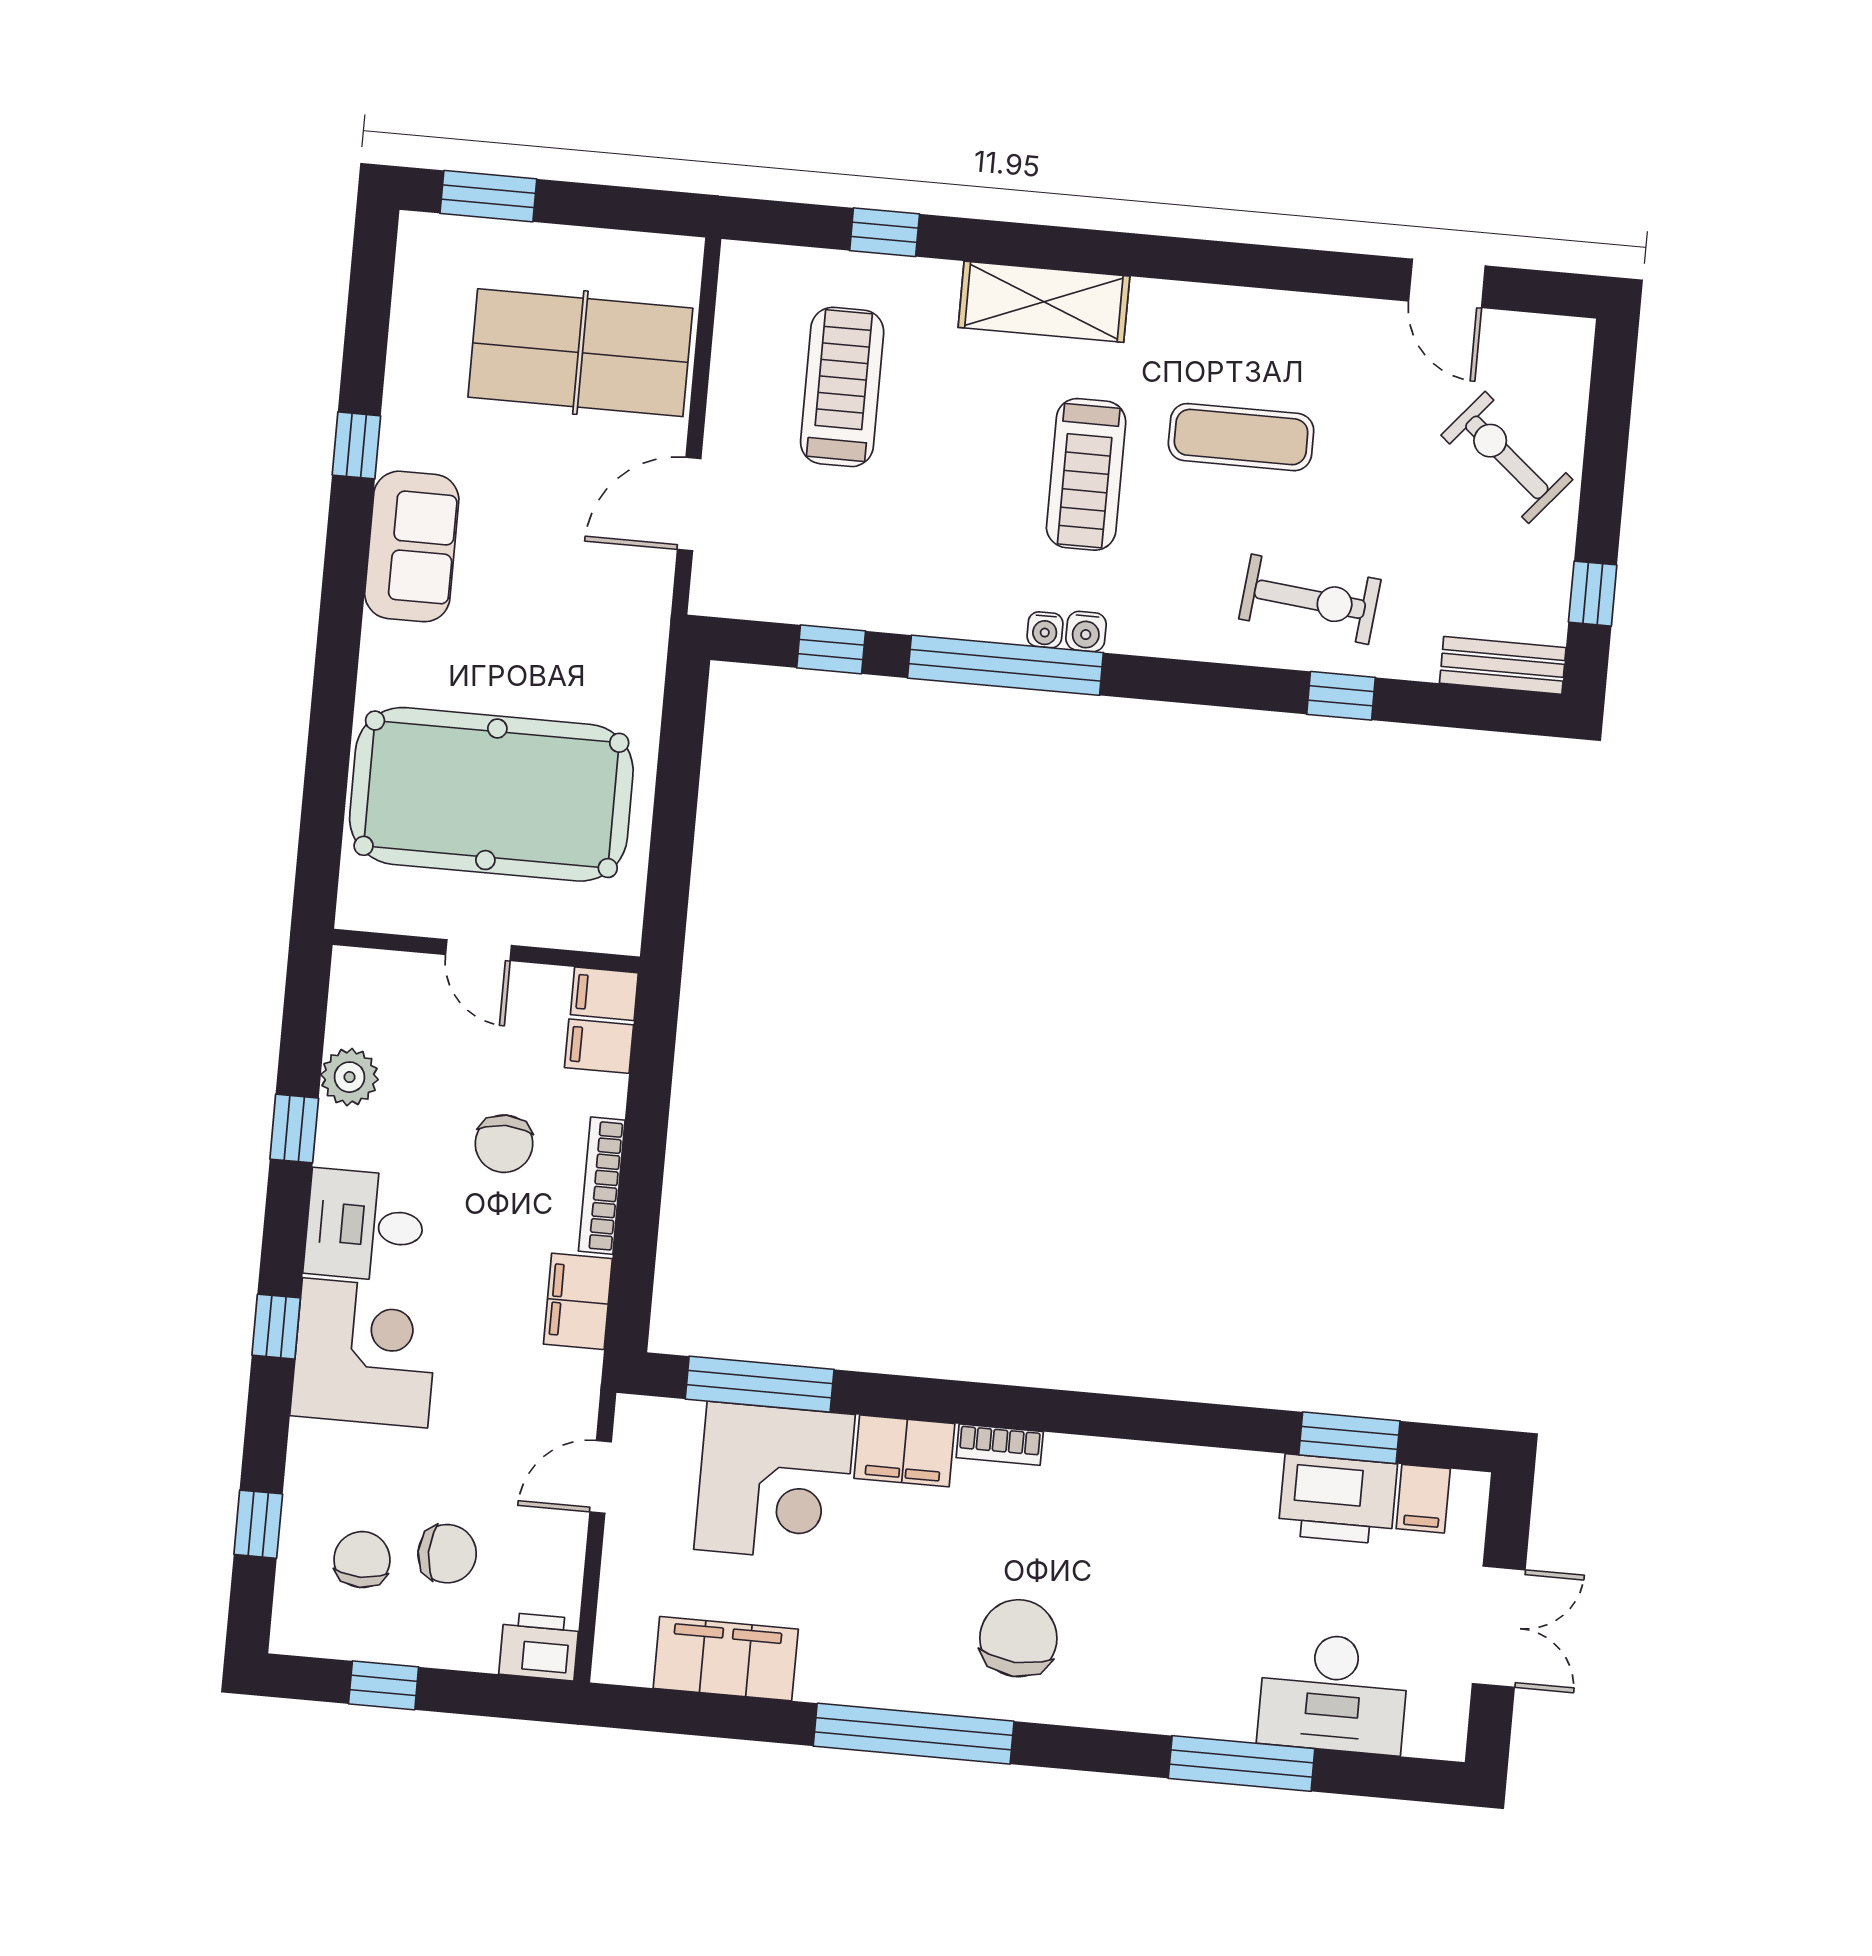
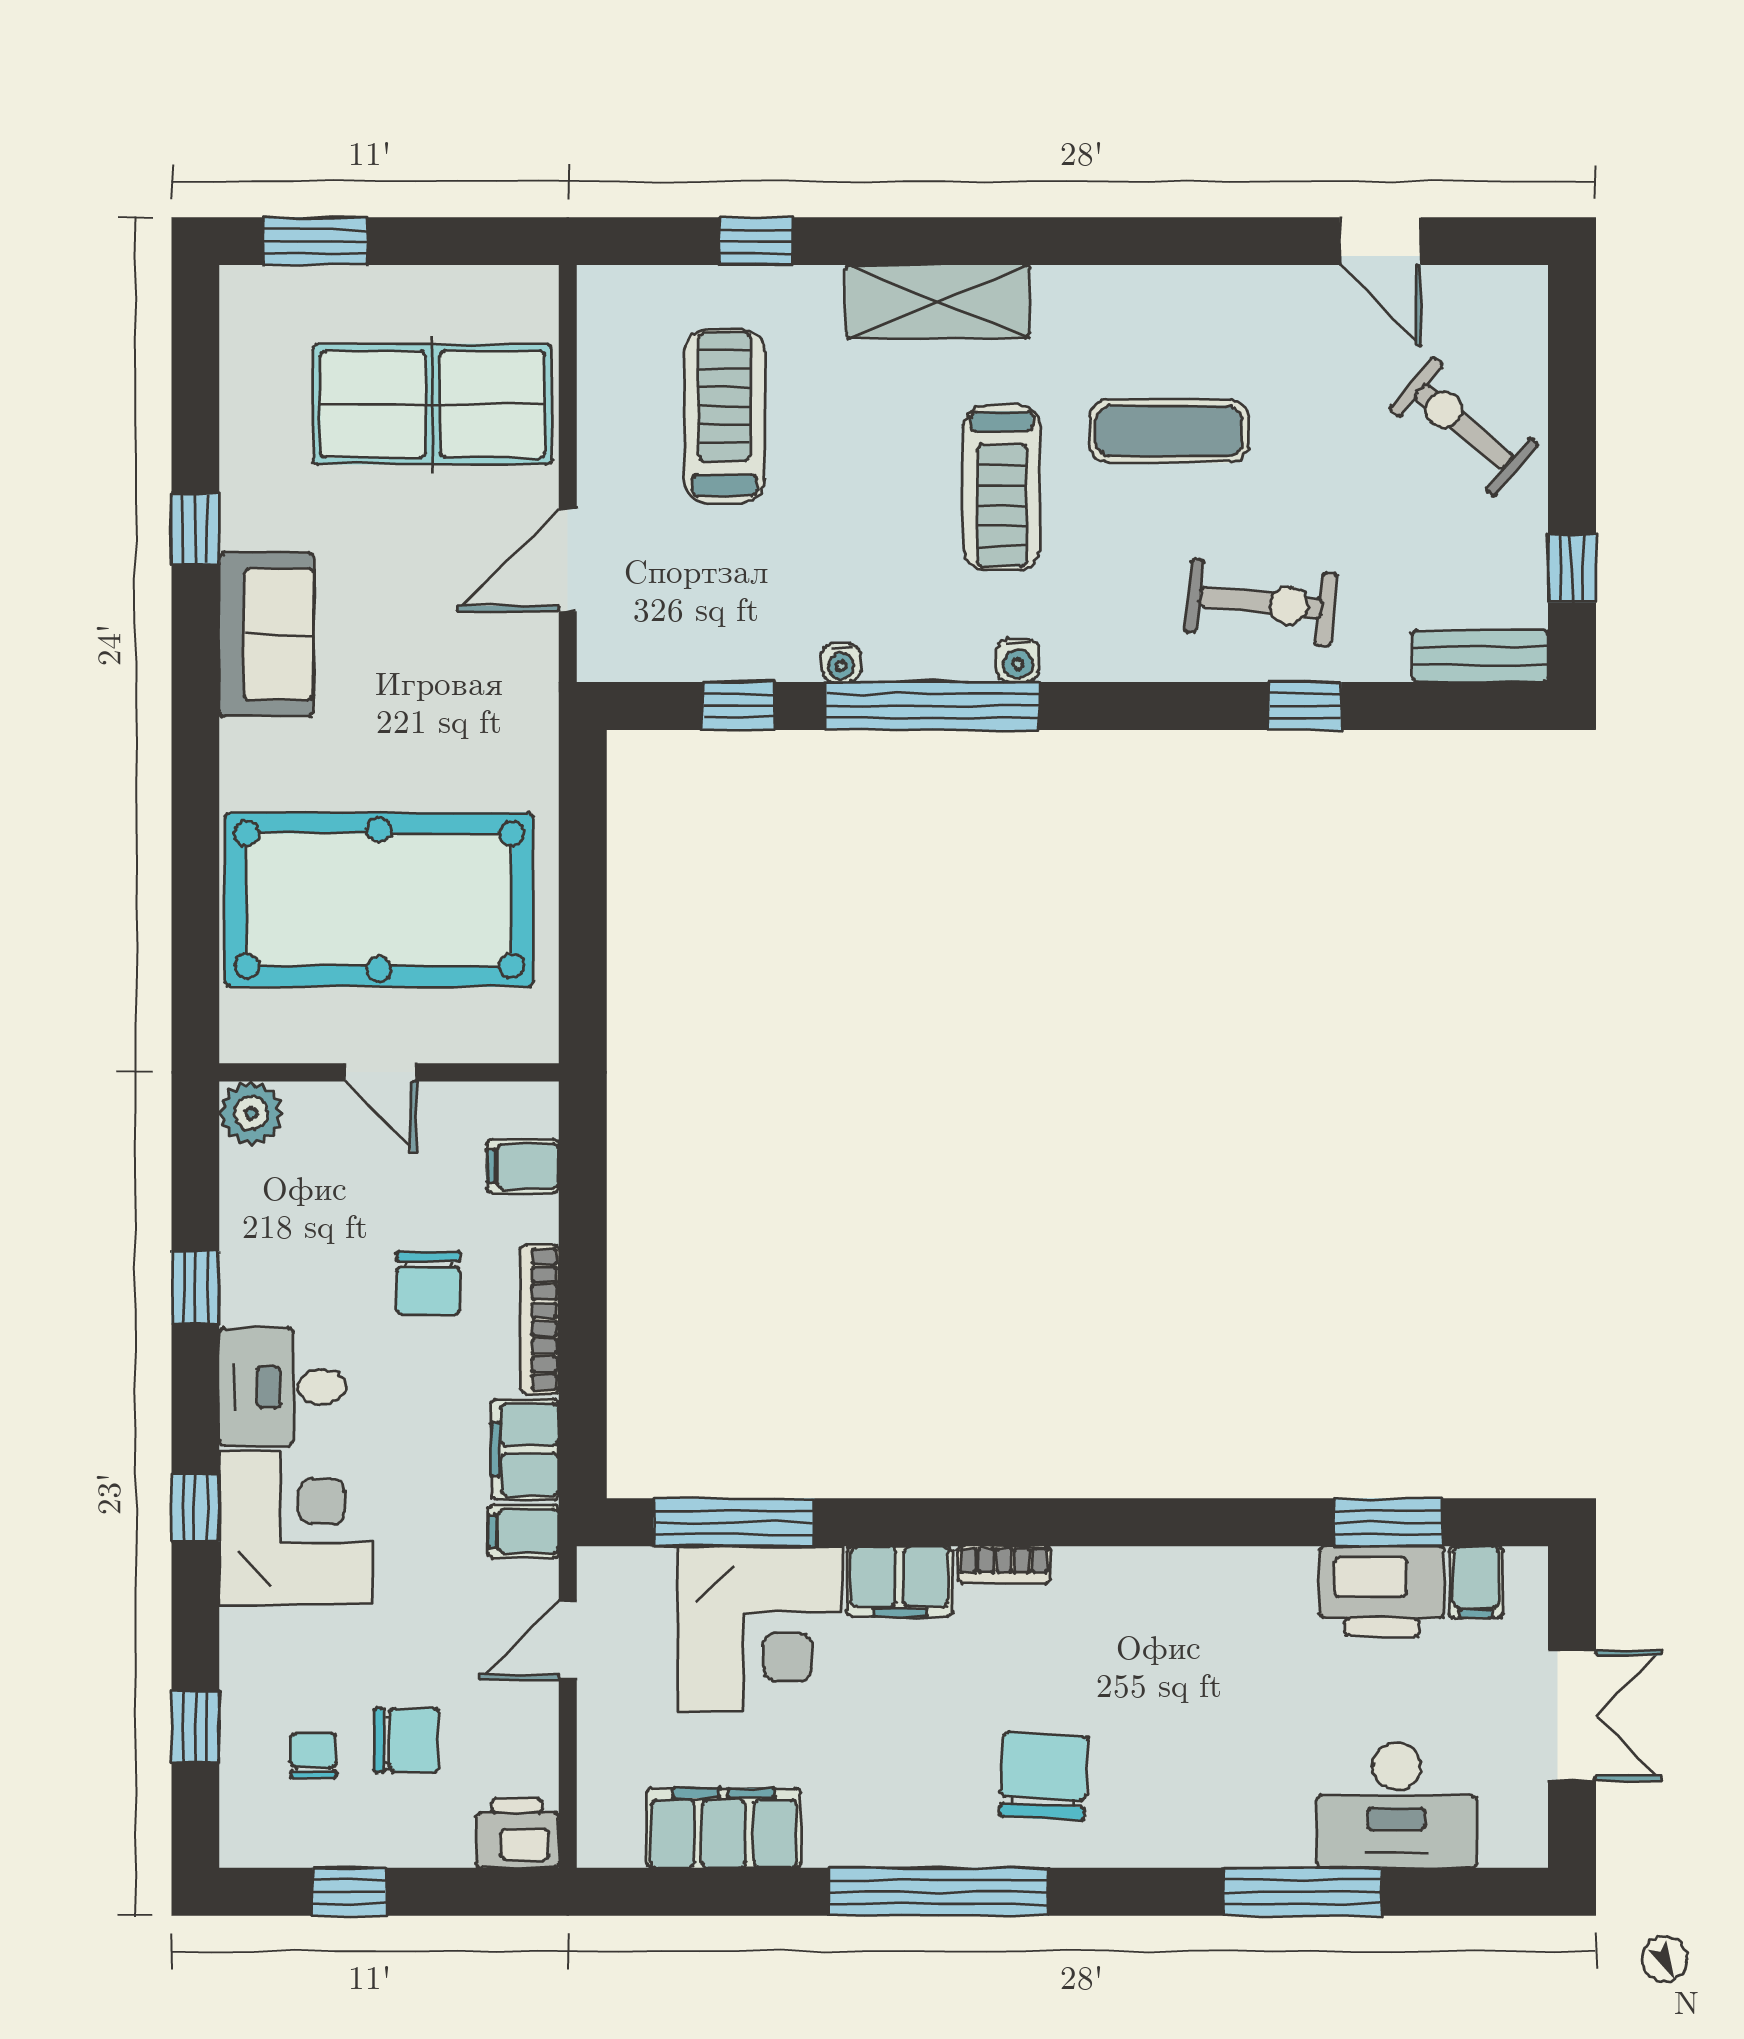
water cooler: (1045, 630) -> (841, 663), moved
filing cabinet: (604, 994) -> (524, 1531), moved
plant: (349, 1077) -> (251, 1113), moved
chair: (362, 1560) -> (313, 1755), width x0.73, depth x0.73

